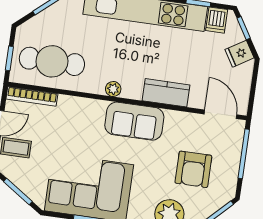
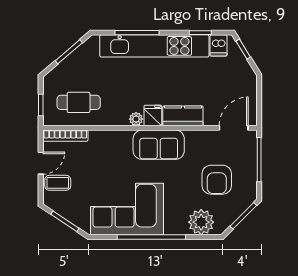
fridge: (239, 54) -> (153, 115), moved, turned 122
cafe table: (52, 61) -> (79, 102), width x0.73, depth x0.74
door: (220, 114) -> (234, 128), hinge flipped

